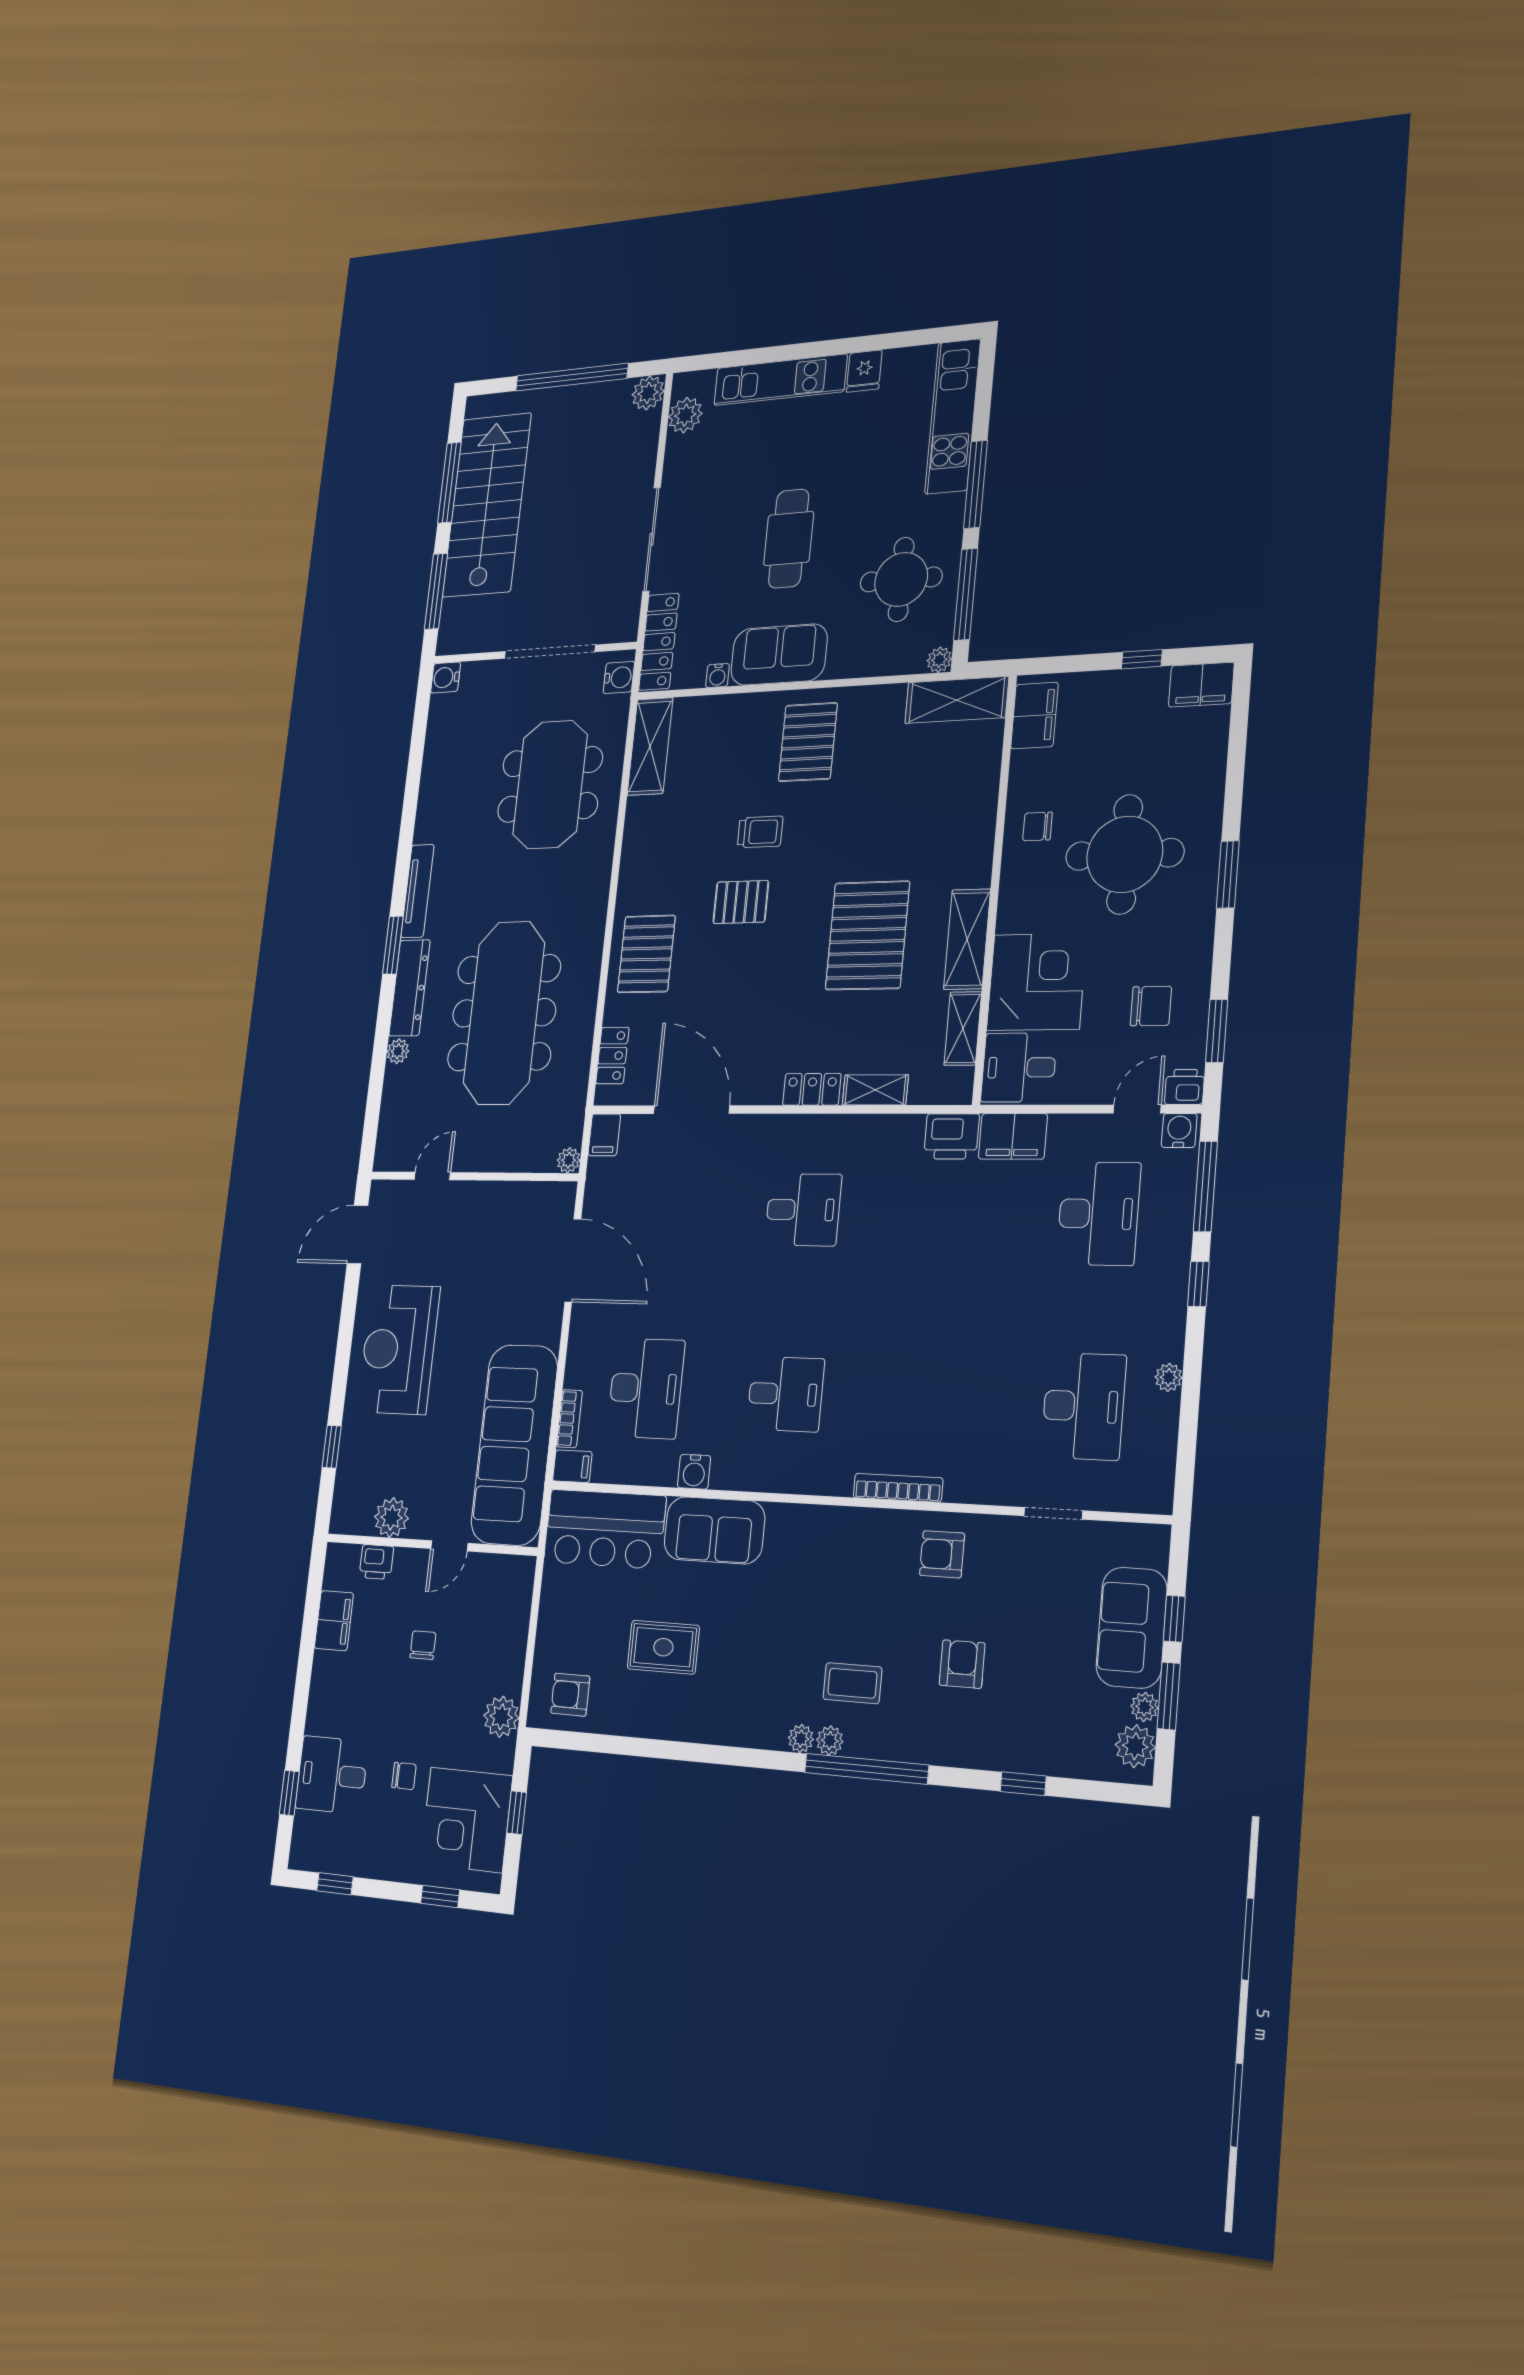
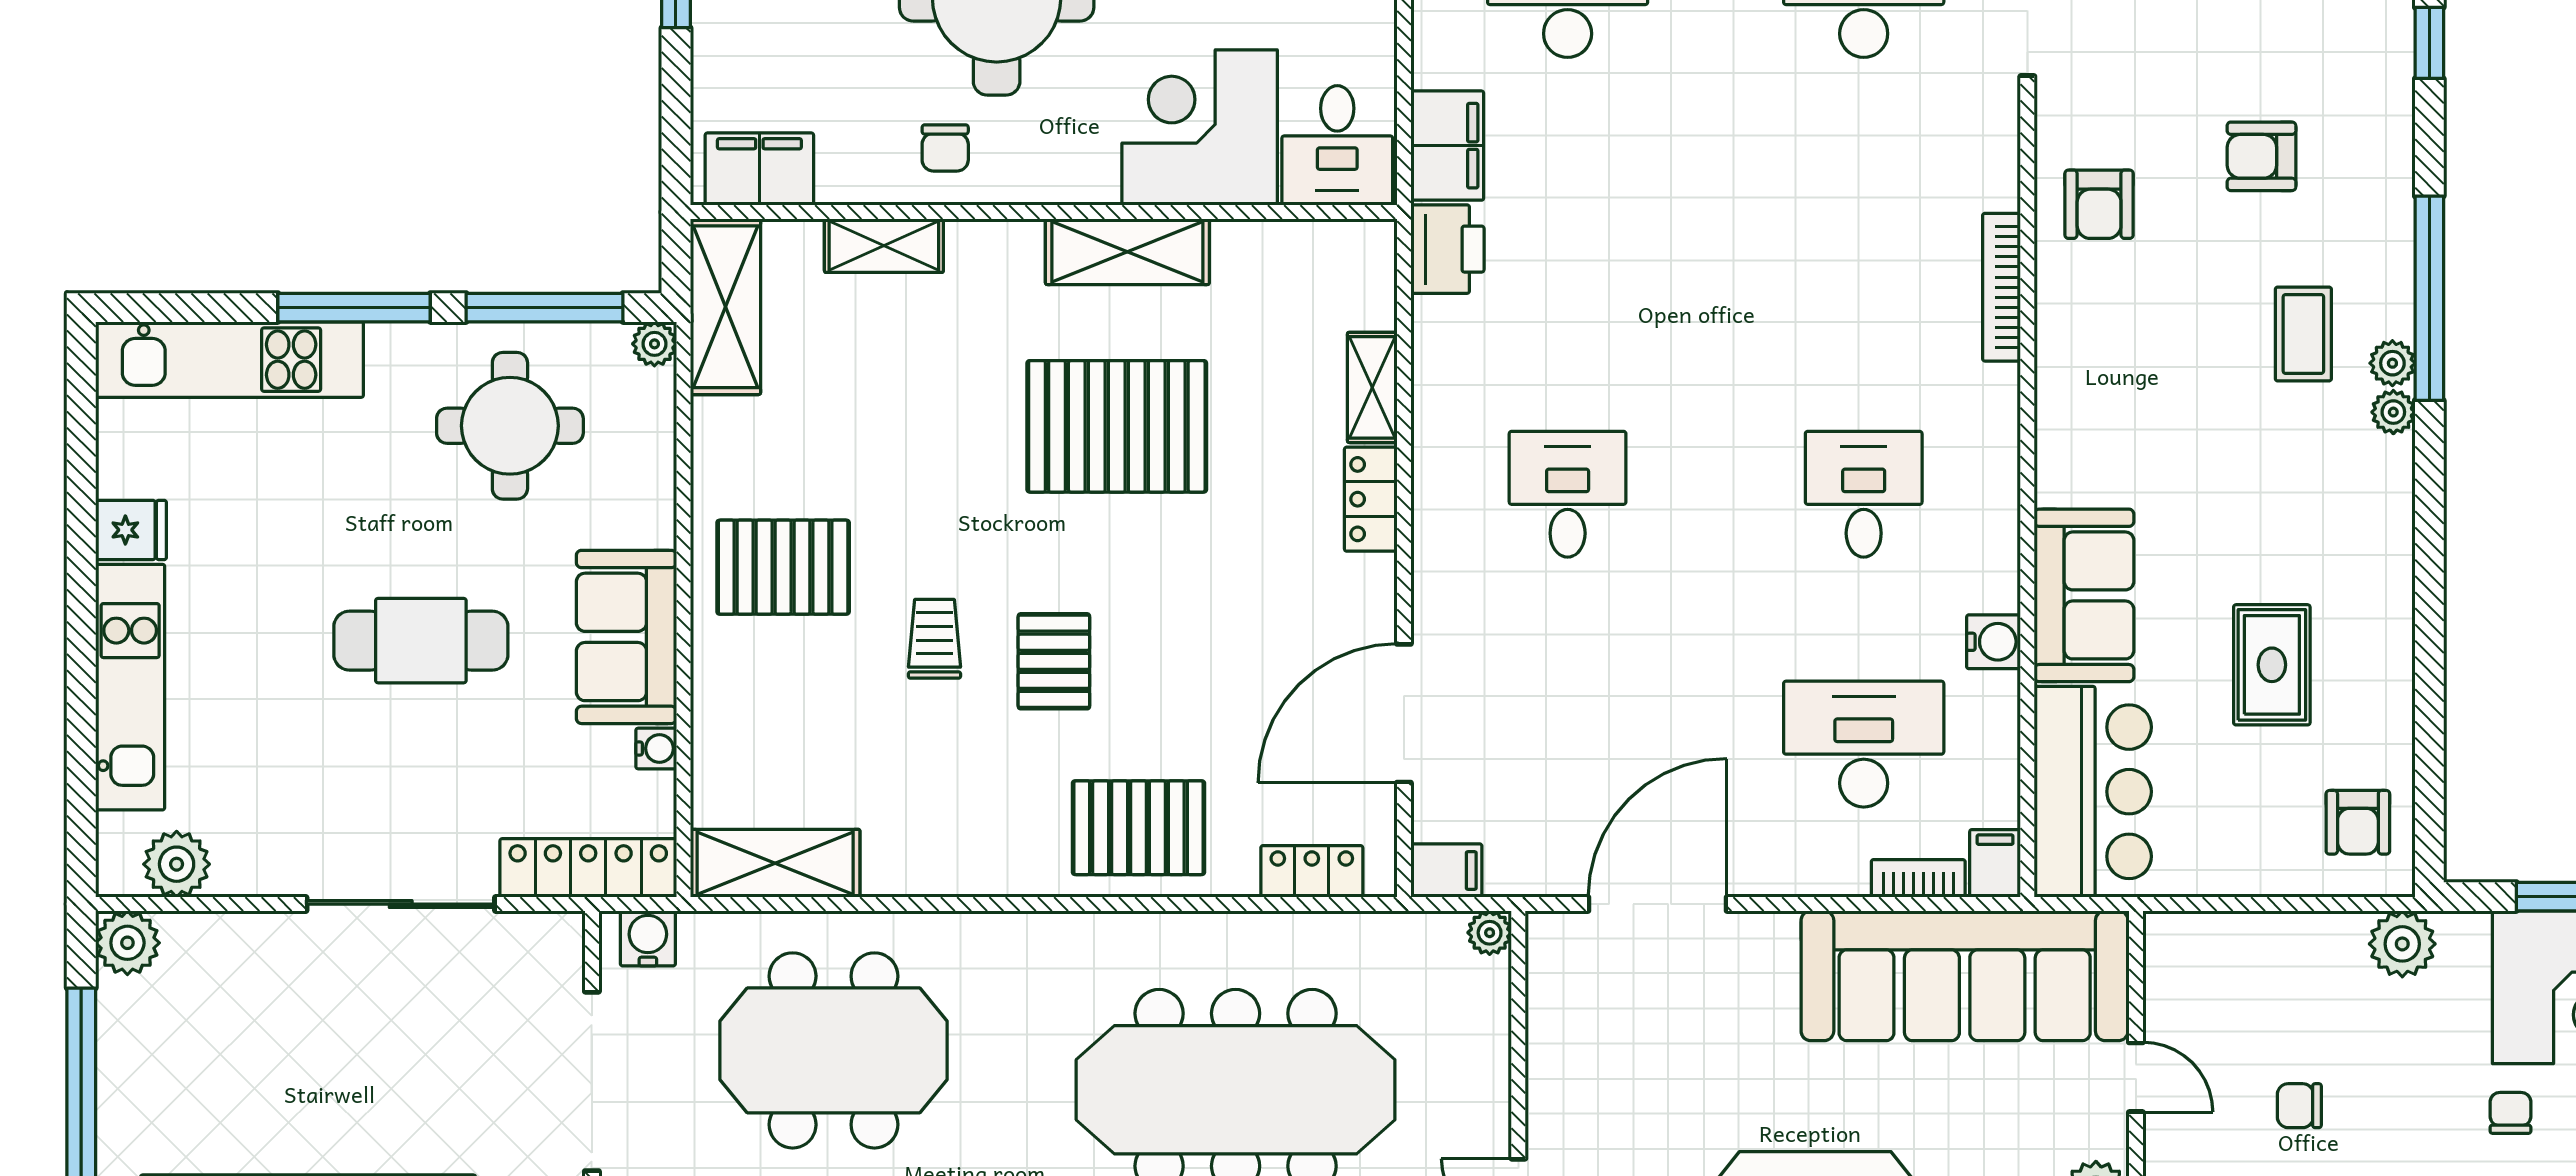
shelving: (963, 1028) -> (884, 246), moved

